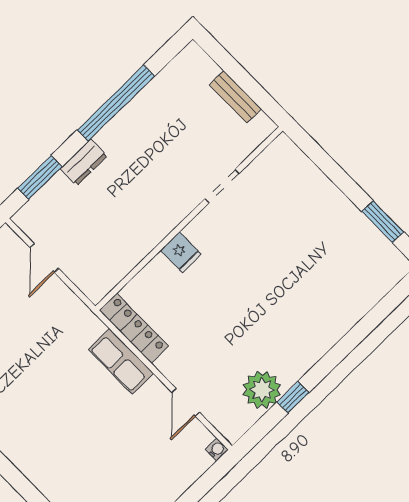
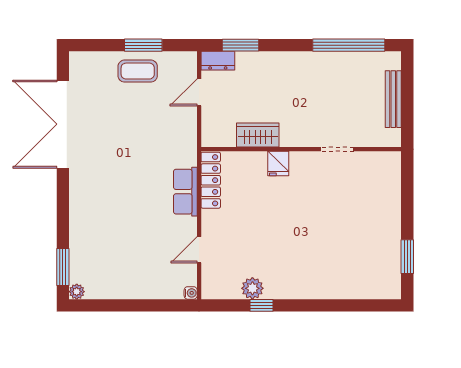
bench: (235, 97) -> (393, 99), width x1.36
window: (116, 103) -> (349, 45), moved
dresser: (84, 162) -> (218, 61), moved
wardrobe: (136, 244) -> (258, 135), added
plant: (262, 390) -> (252, 288), width x0.73, depth x0.73

